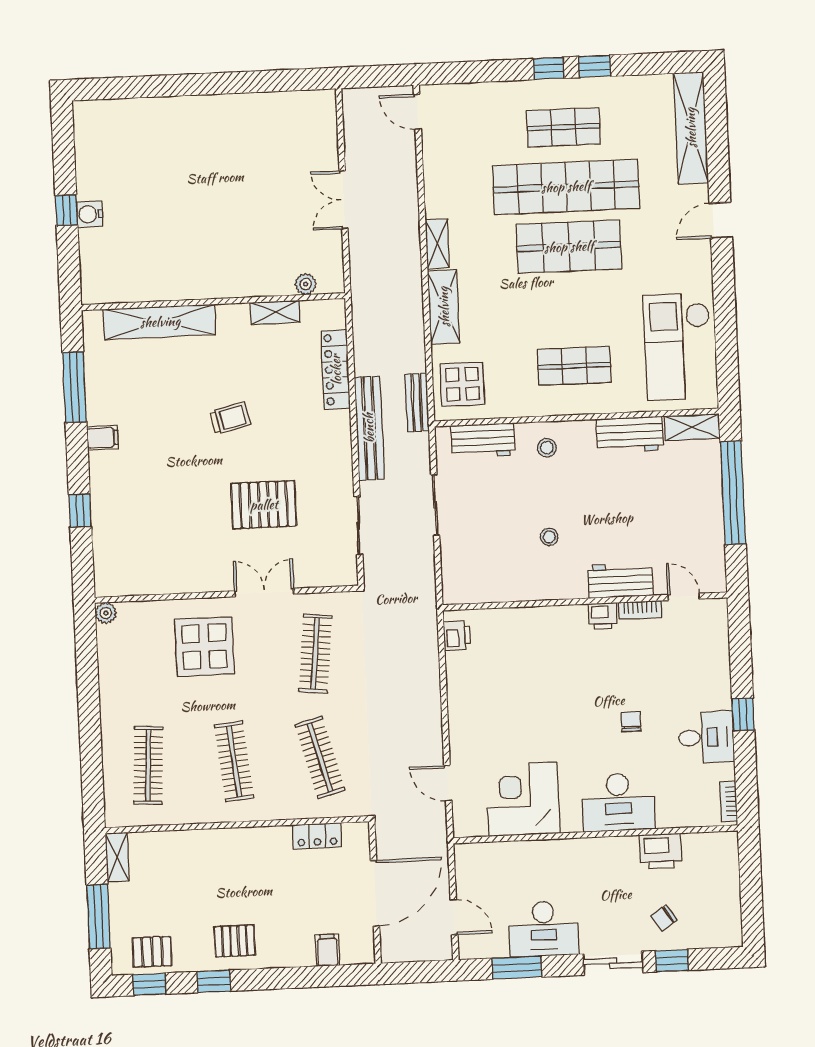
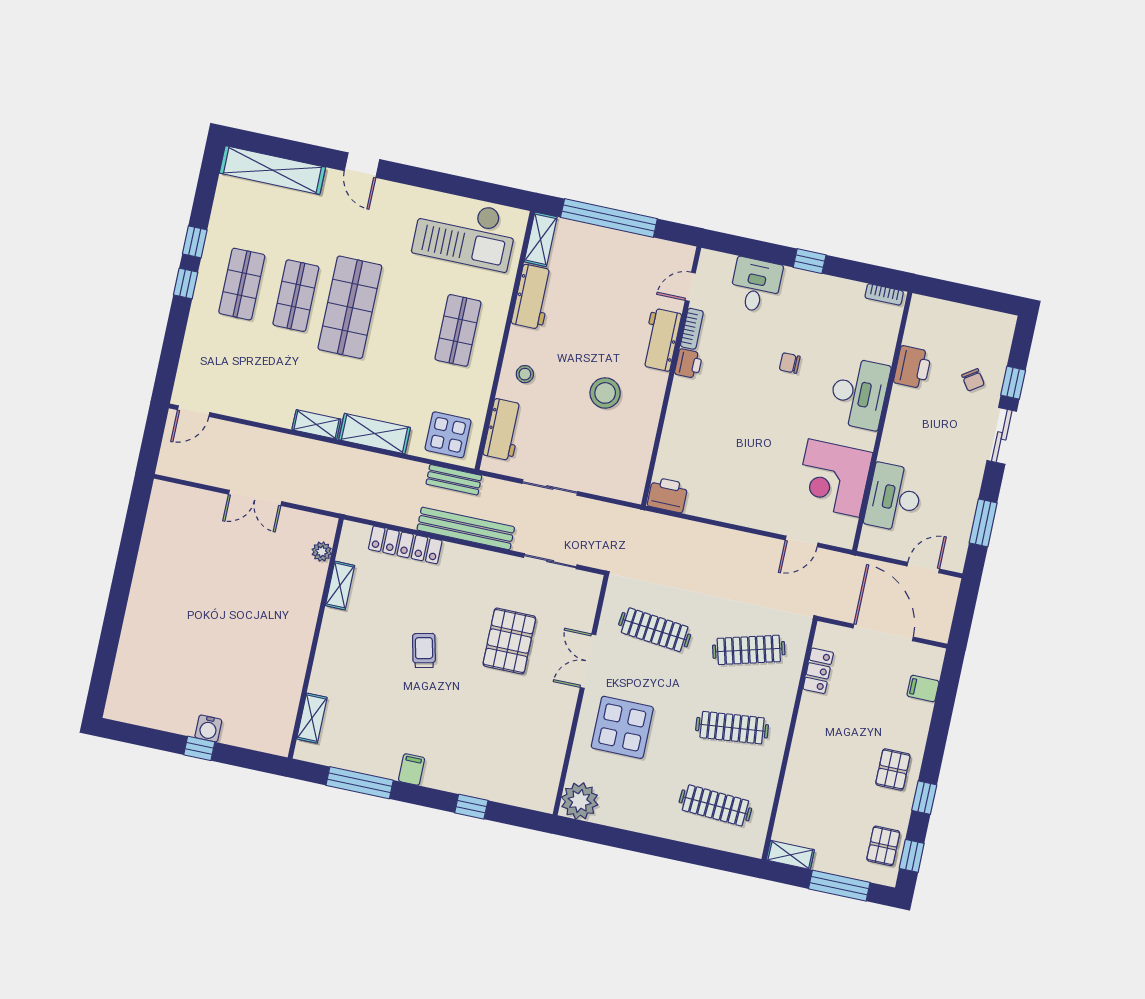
shop shelf: (566, 187) -> (296, 296), width x0.50, depth x0.74
shelving: (160, 322) -> (312, 718), width x0.45, depth x0.75
stool: (549, 537) -> (605, 393), width x1.89, depth x1.89
plant: (106, 613) -> (580, 801), width x1.87, depth x1.87
printer: (457, 636) -> (668, 495), width x1.36, depth x1.24
desk: (706, 737) -> (756, 285), moved
desk: (544, 929) -> (894, 498), moved, turned 180

